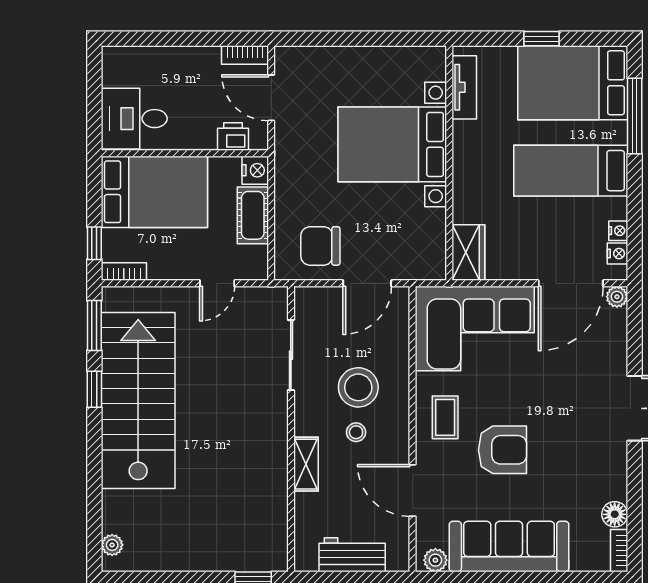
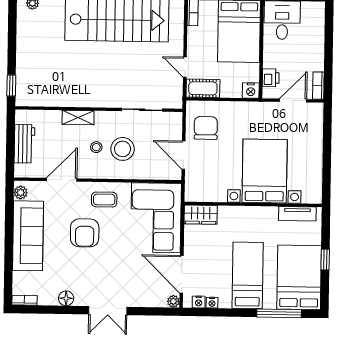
cot: (253, 215) -> (203, 88), moved
floor lamp: (615, 514) -> (66, 298), moved

